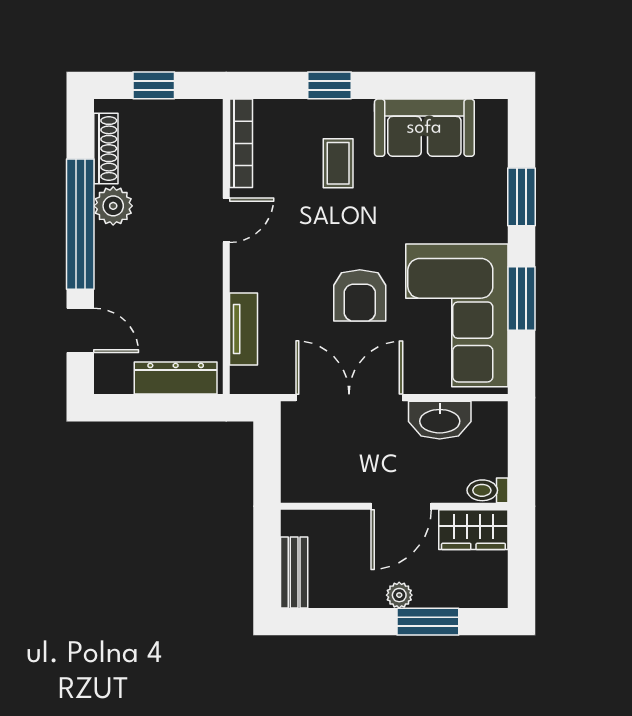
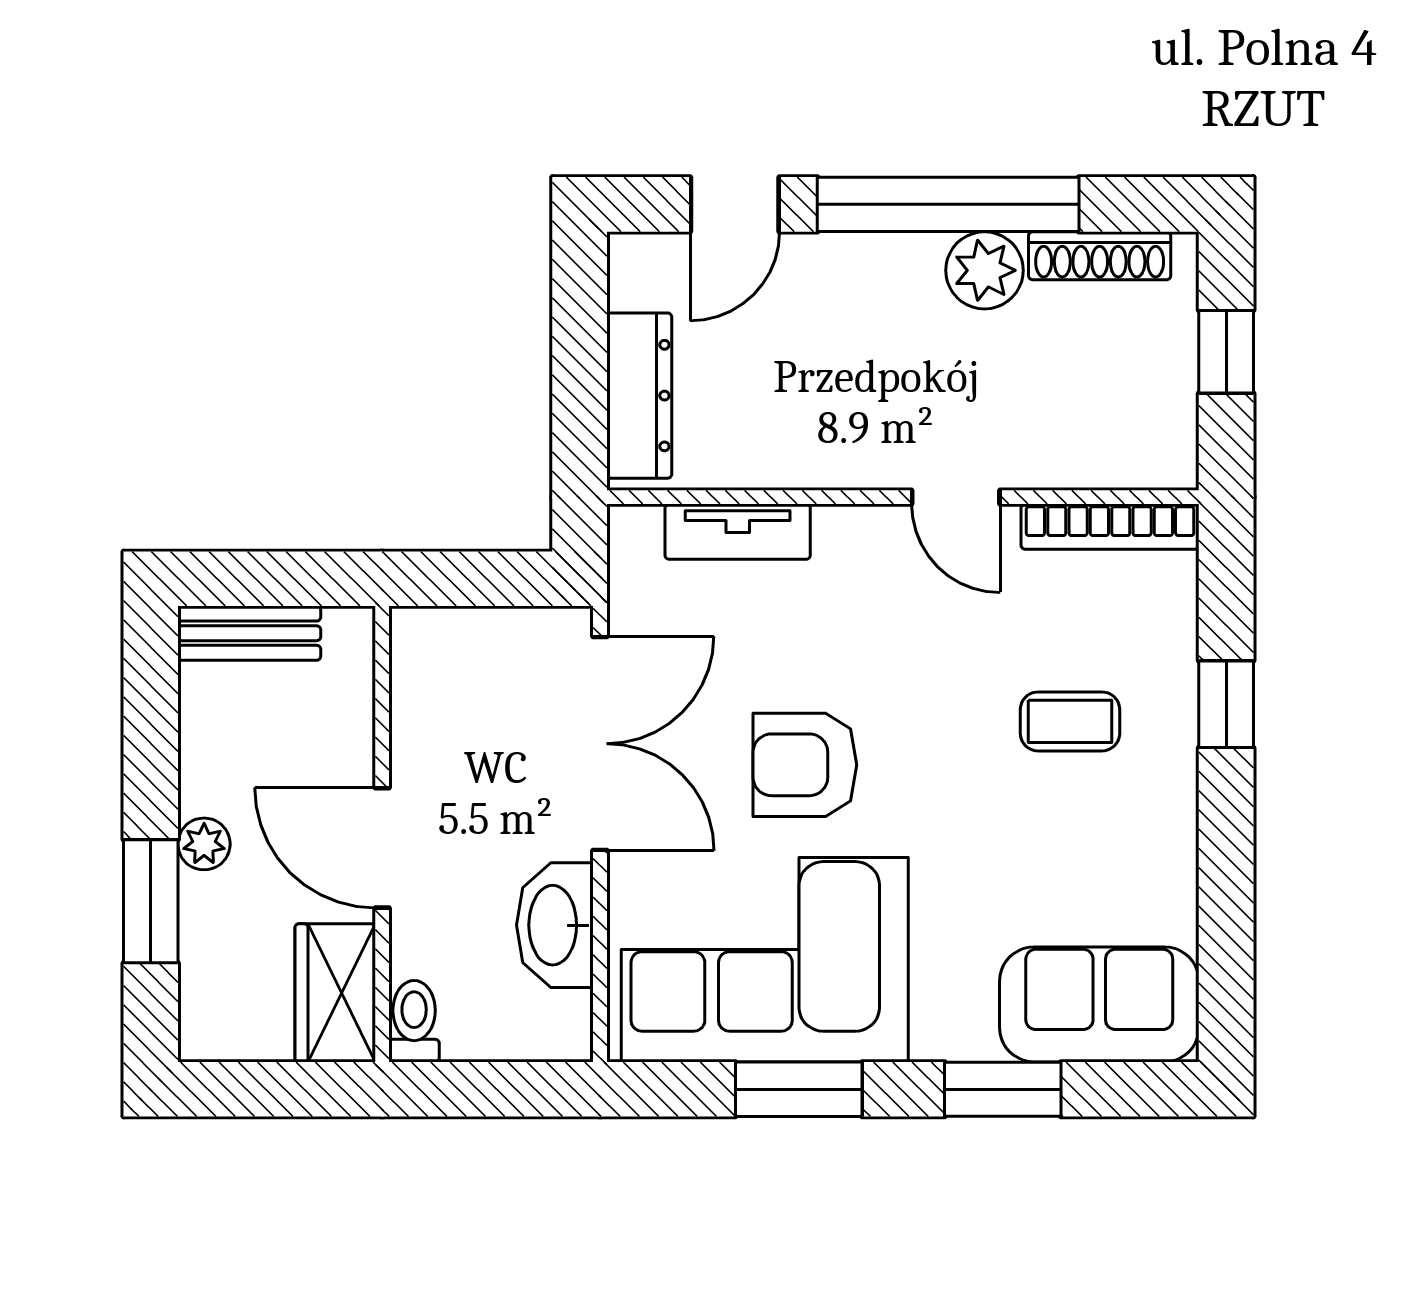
sofa: (424, 128) -> (1099, 1004), moved, turned 90

